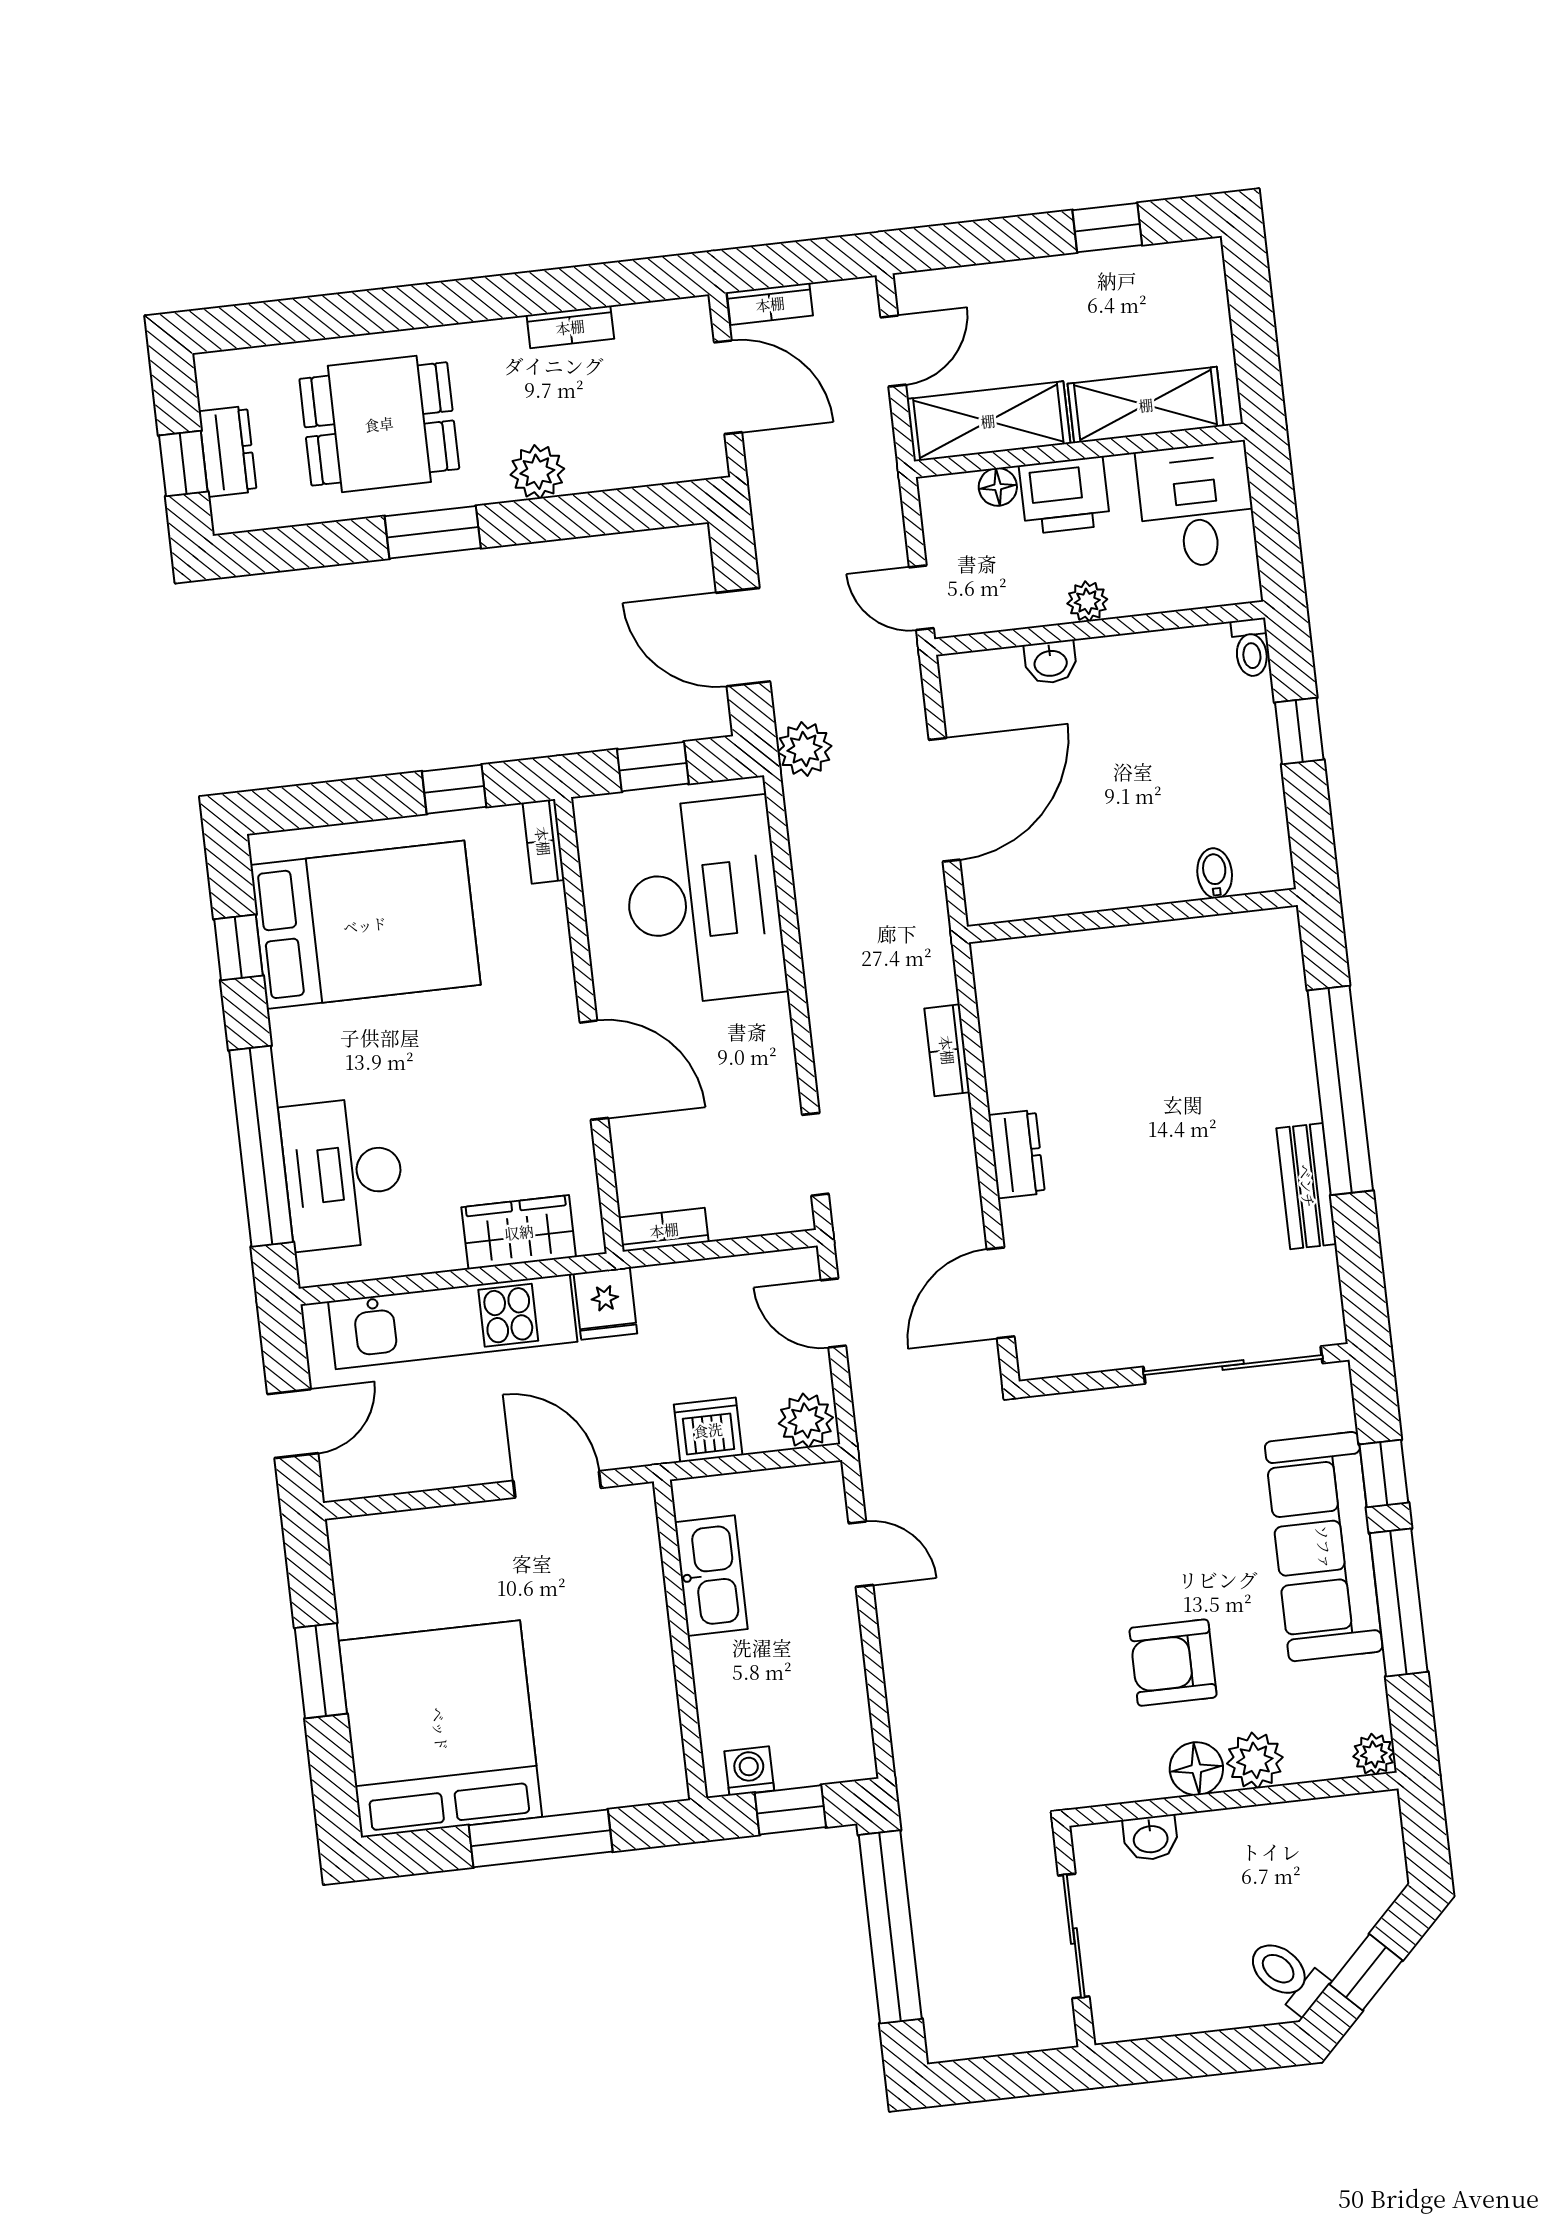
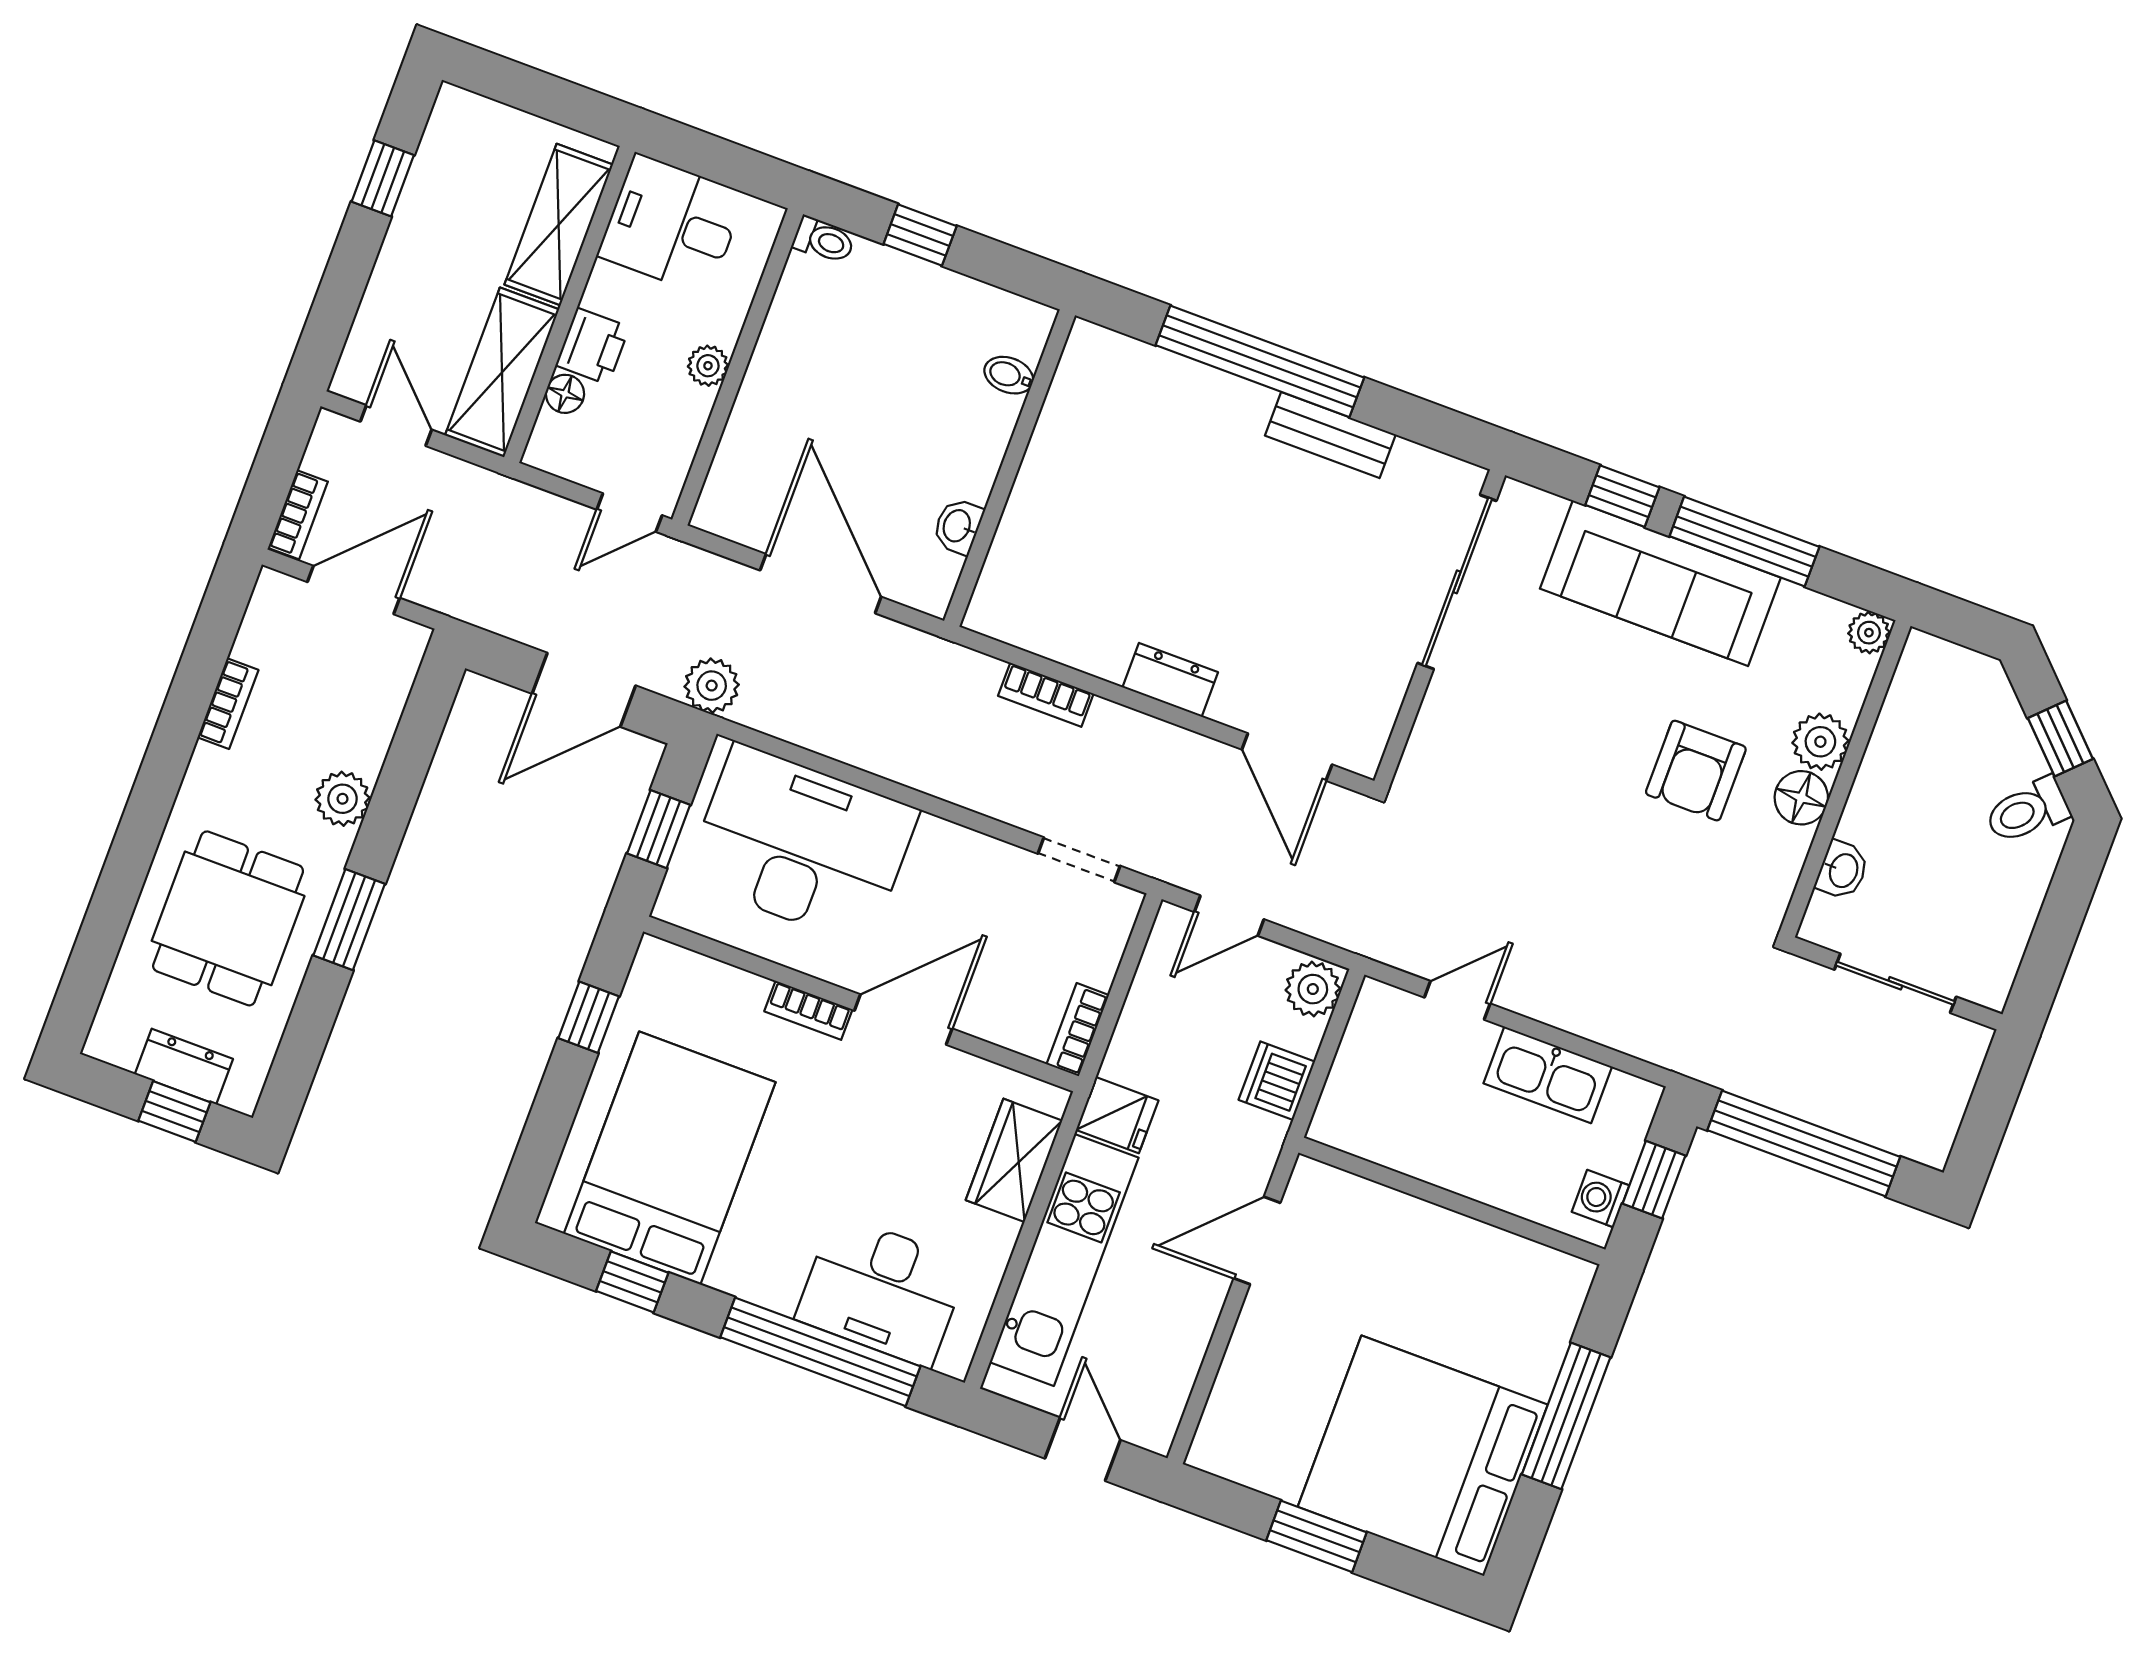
printer: (1065, 495) -> (592, 346), width x0.73, depth x0.81
washbasin: (1051, 662) -> (958, 526), moved, turned 180
bookcase: (543, 841) -> (808, 1010), moved
kitchen sink: (711, 1576) -> (1548, 1075), moved, turned 180

